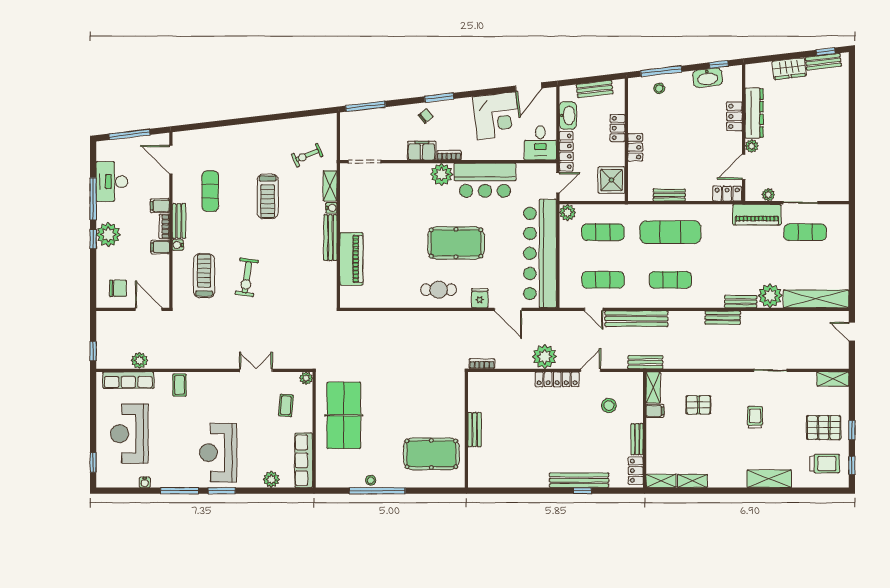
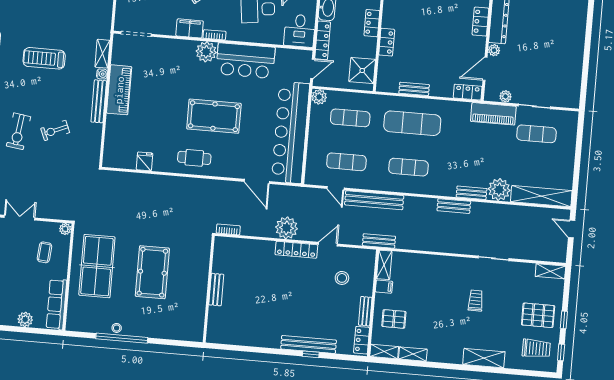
exercise bike: (307, 155) -> (55, 130), moved
treadmill: (268, 196) -> (44, 58), turned 90
piano: (351, 259) -> (119, 90), moved
fridge: (480, 298) -> (144, 161), moved
pallet: (698, 405) -> (394, 319), moved
pool table: (431, 454) -> (152, 272), moved, turned 90

